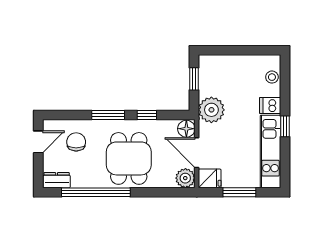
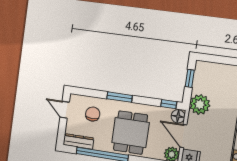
window: (147, 115) -> (169, 104), moved
door: (38, 142) -> (65, 110), swing flipped
dresser: (57, 180) -> (79, 141), width x1.44

